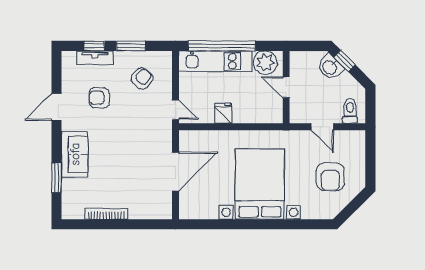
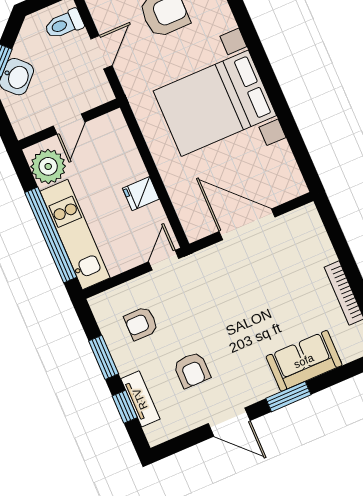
armchair: (142, 78) -> (141, 323), turned -38
sofa: (75, 154) -> (304, 361), moved
window: (57, 178) -> (288, 397), moved

